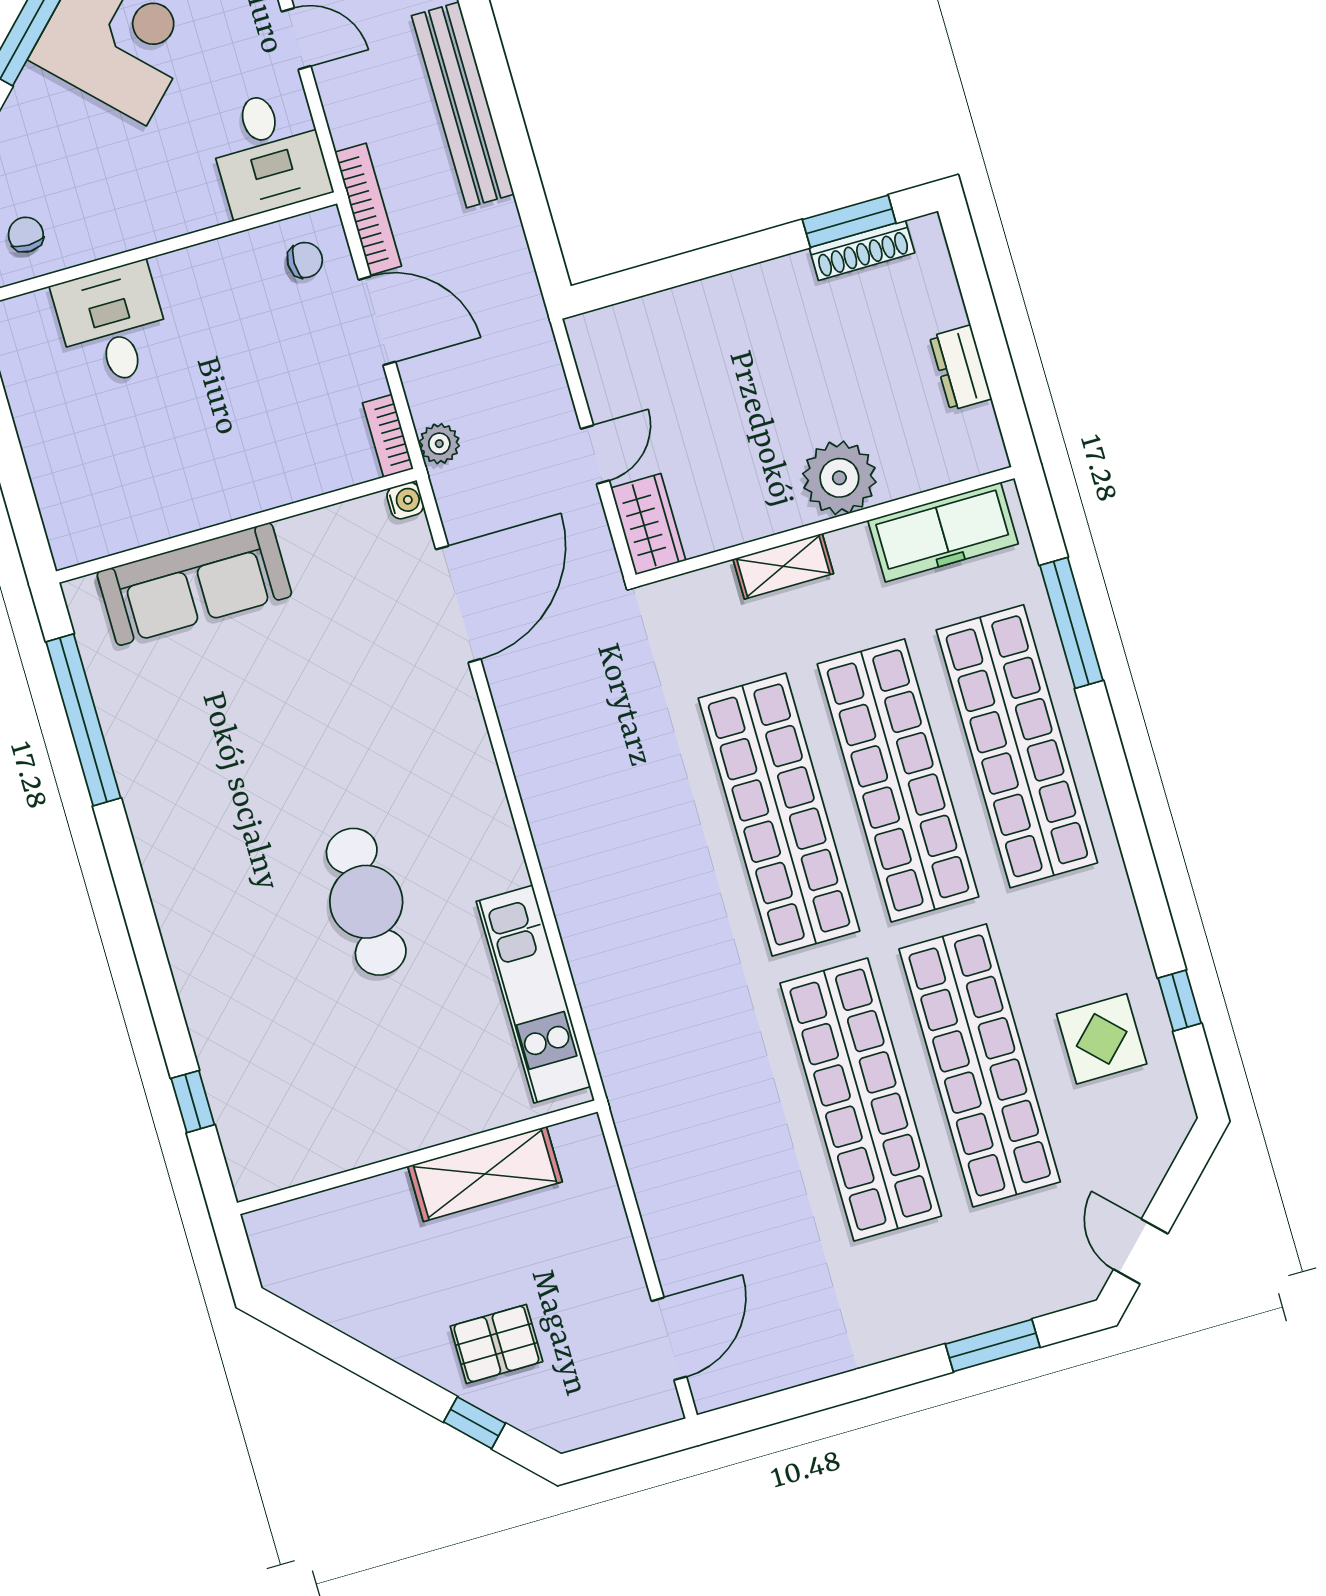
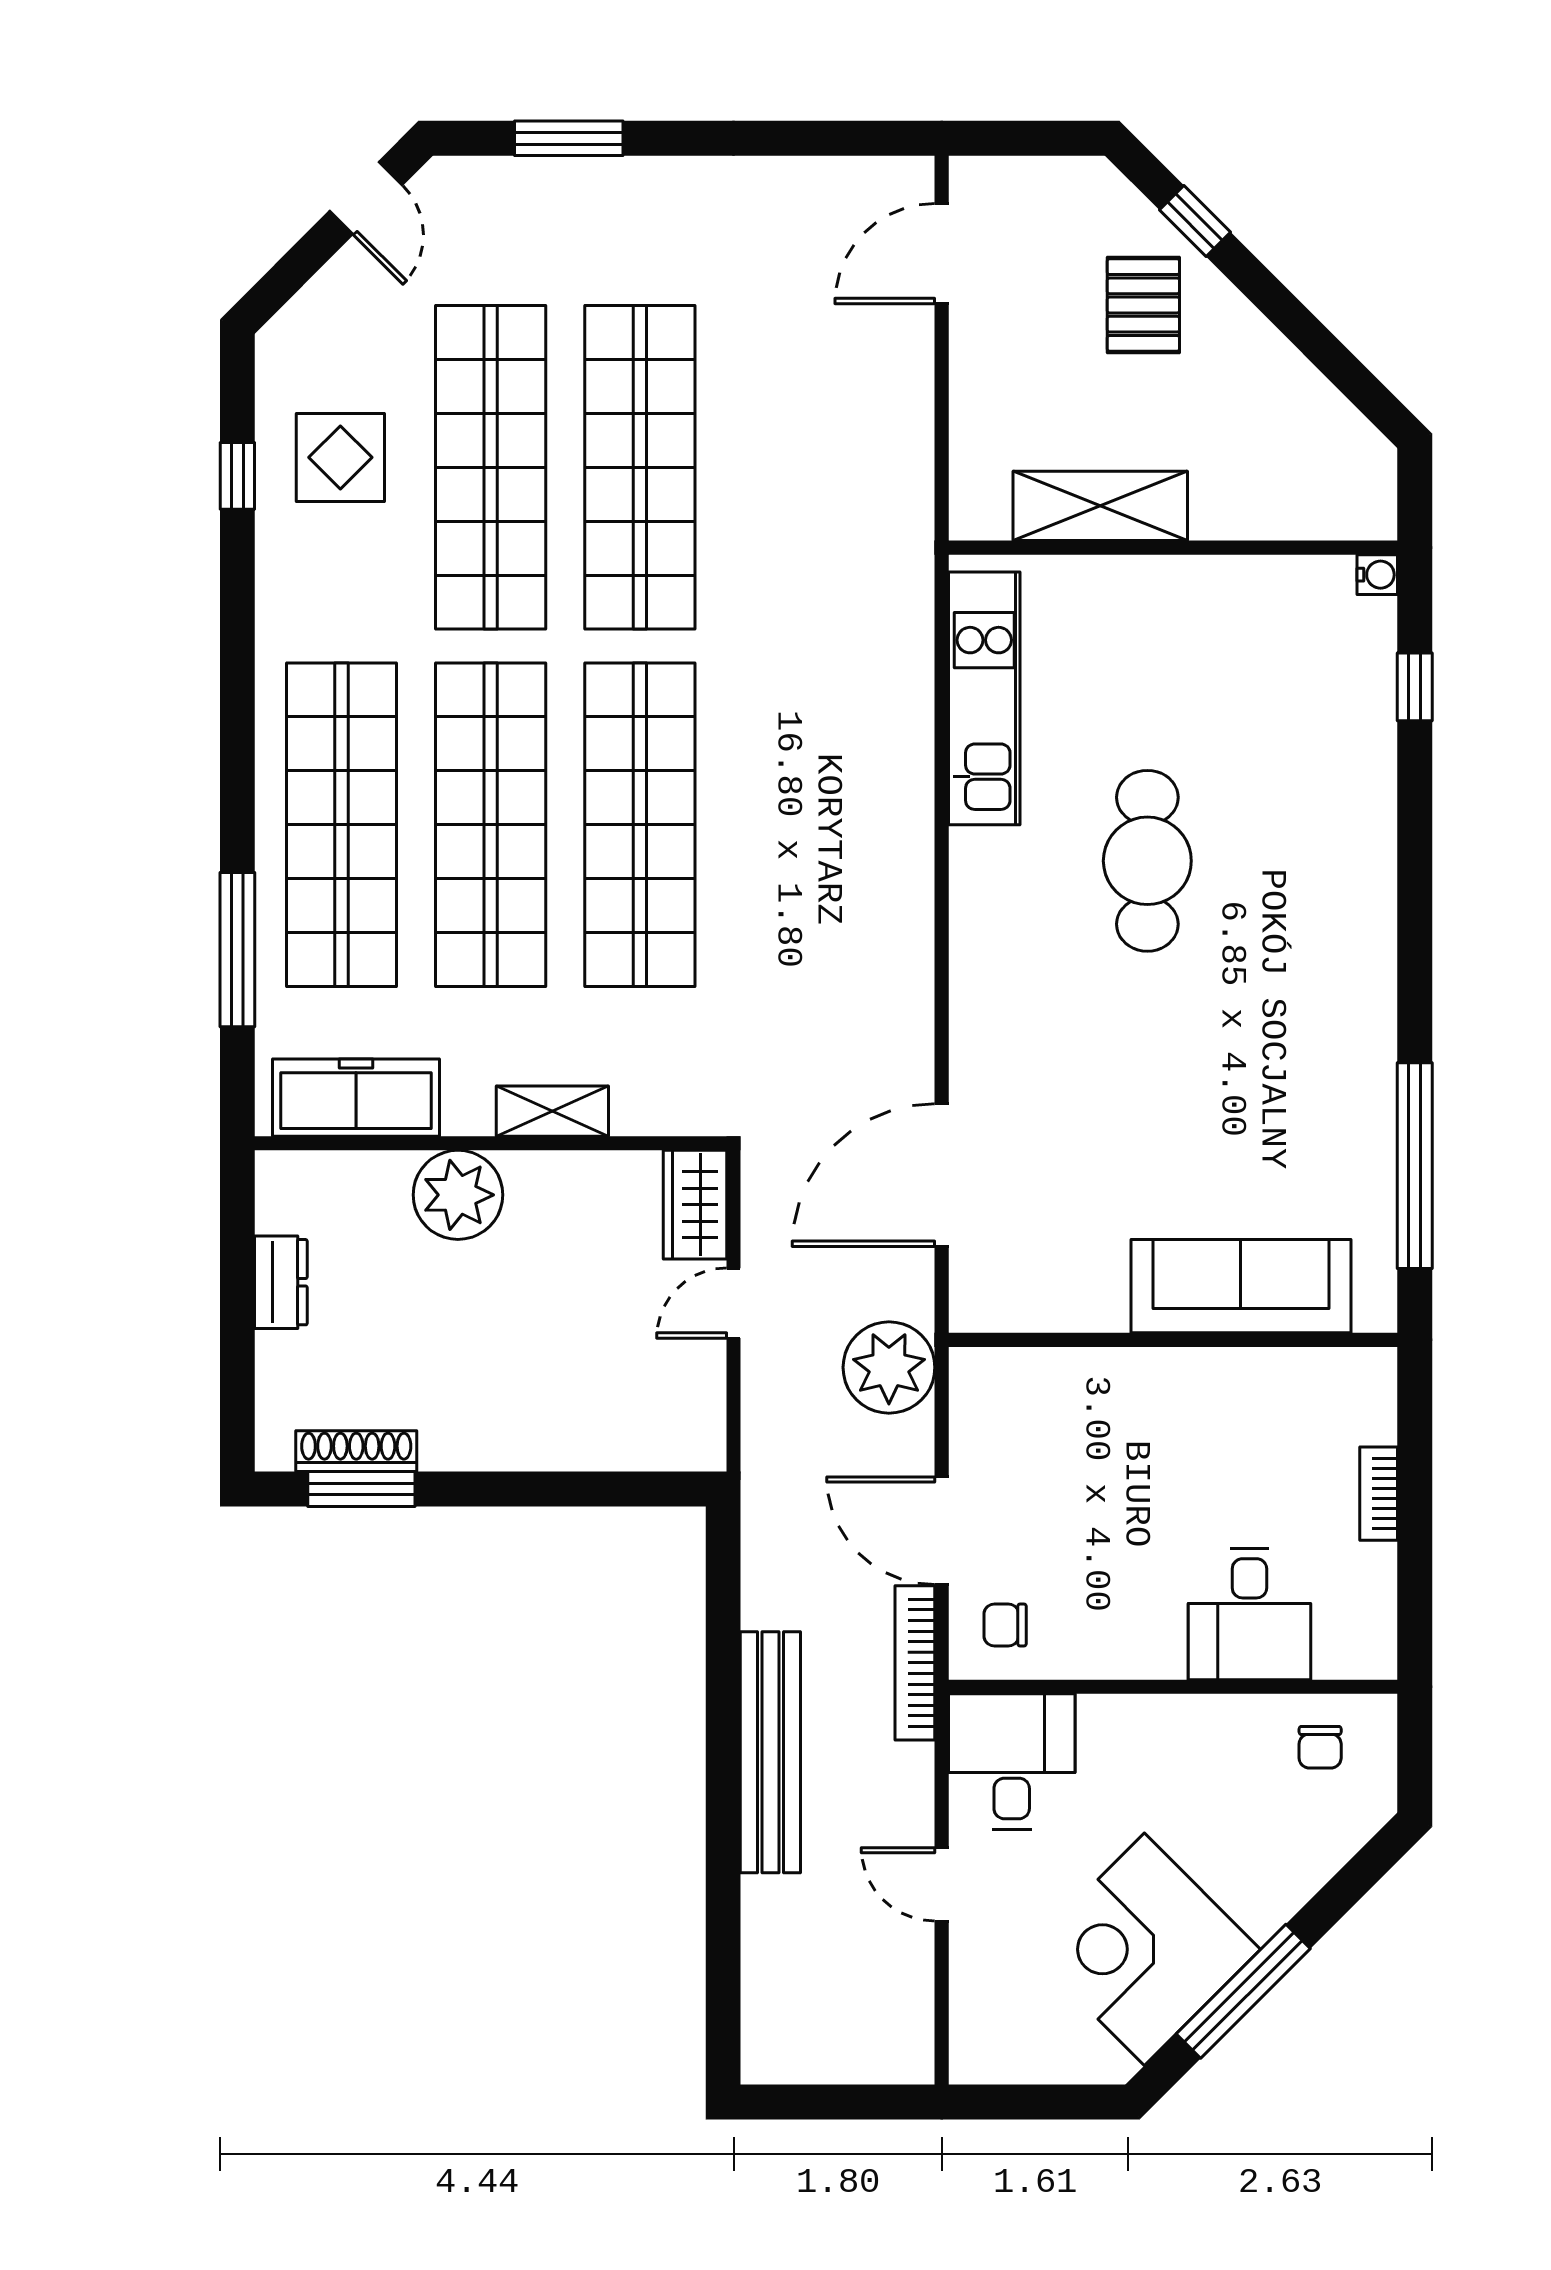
bookcase: (388, 436) -> (1379, 1494), moved, turned 180
plant: (439, 444) -> (889, 1367), width x1.87, depth x1.87
water cooler: (405, 501) -> (1377, 575), moved, turned 180
pallet: (496, 1344) -> (1143, 305), turned 90

